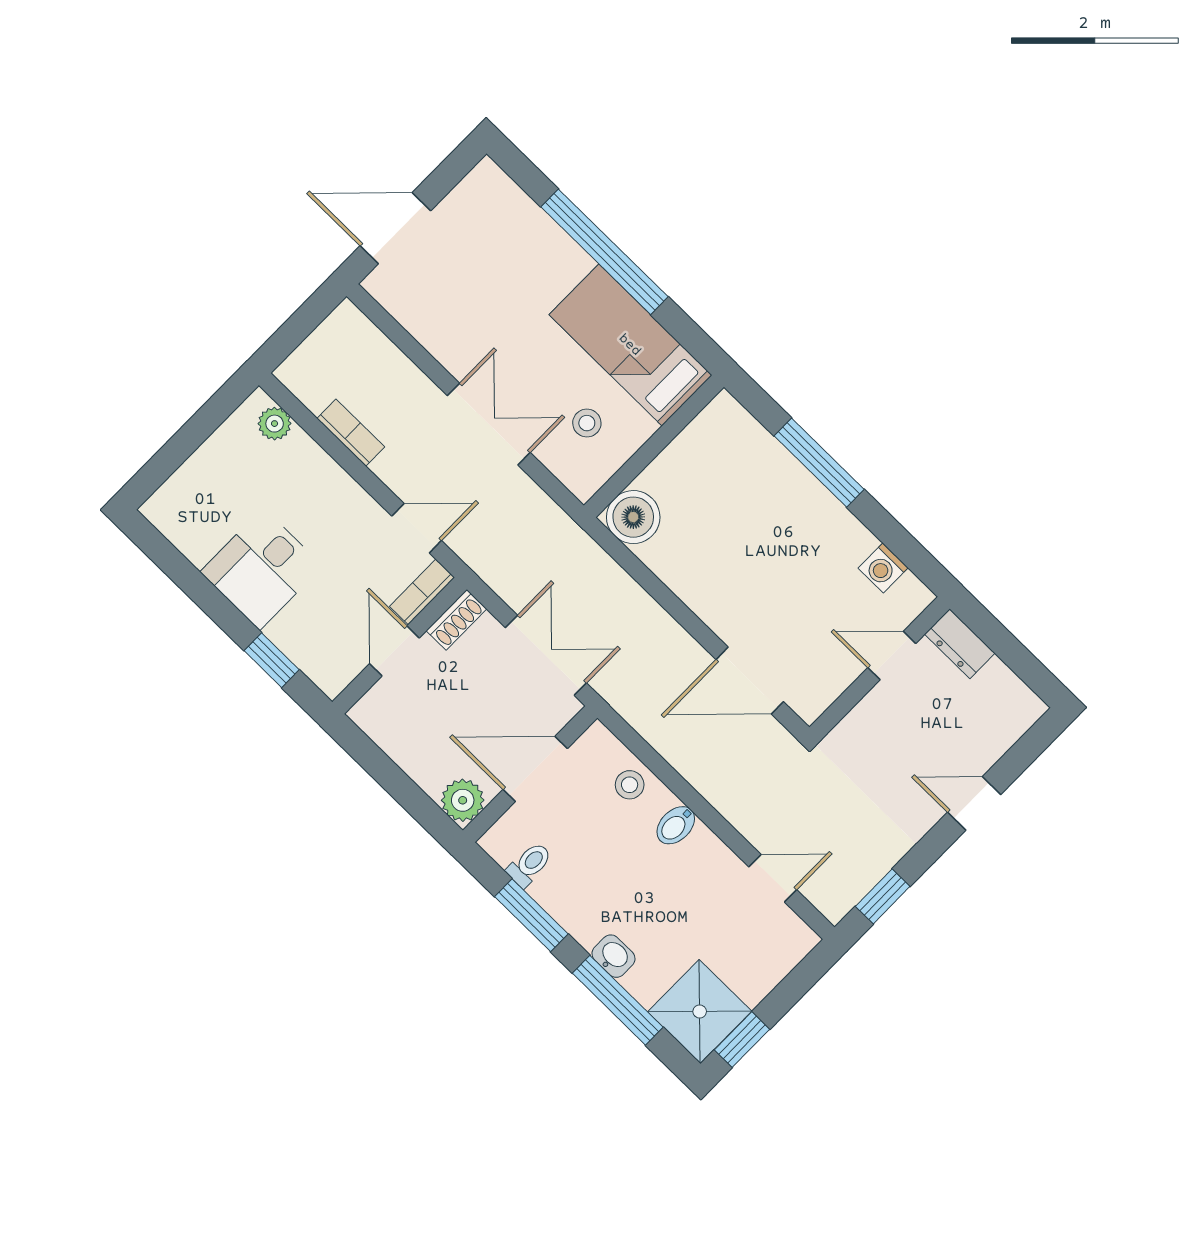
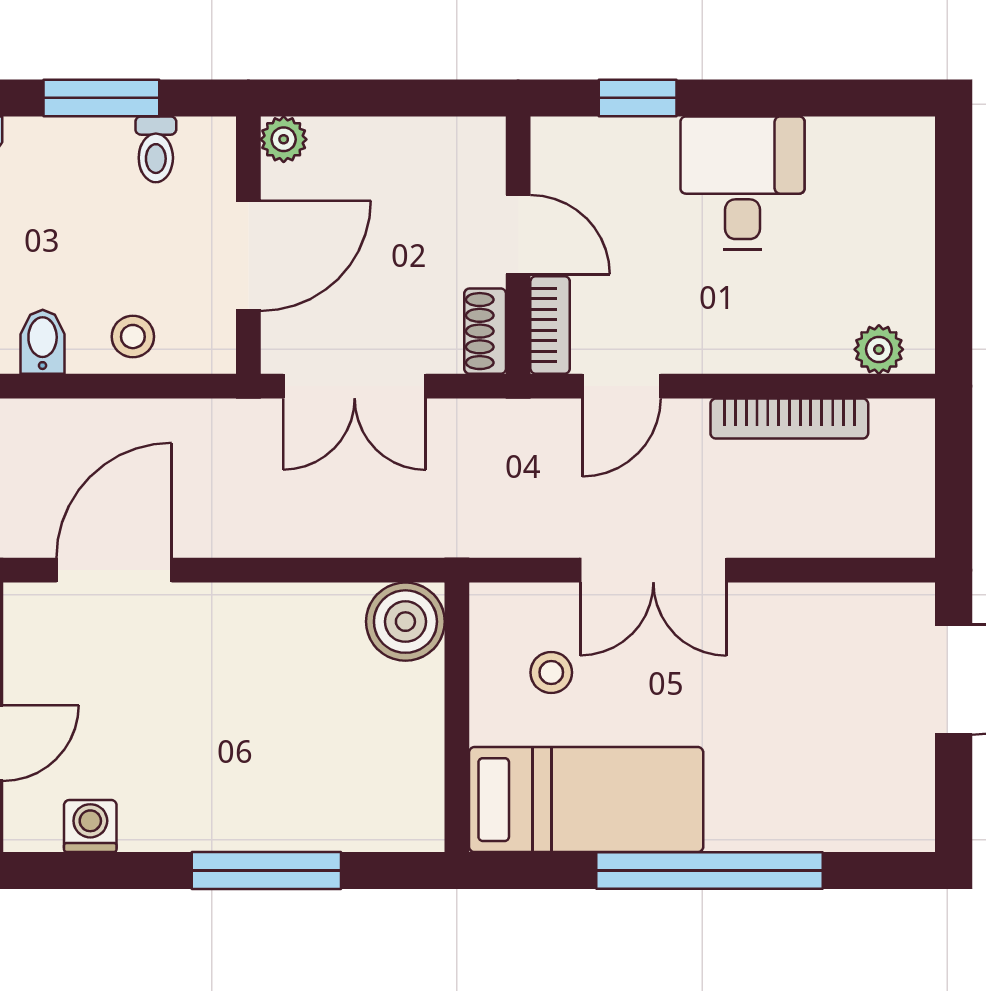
bookcase: (351, 433) -> (789, 419), width x1.56
plant: (463, 800) -> (284, 139), width x0.73, depth x0.73

